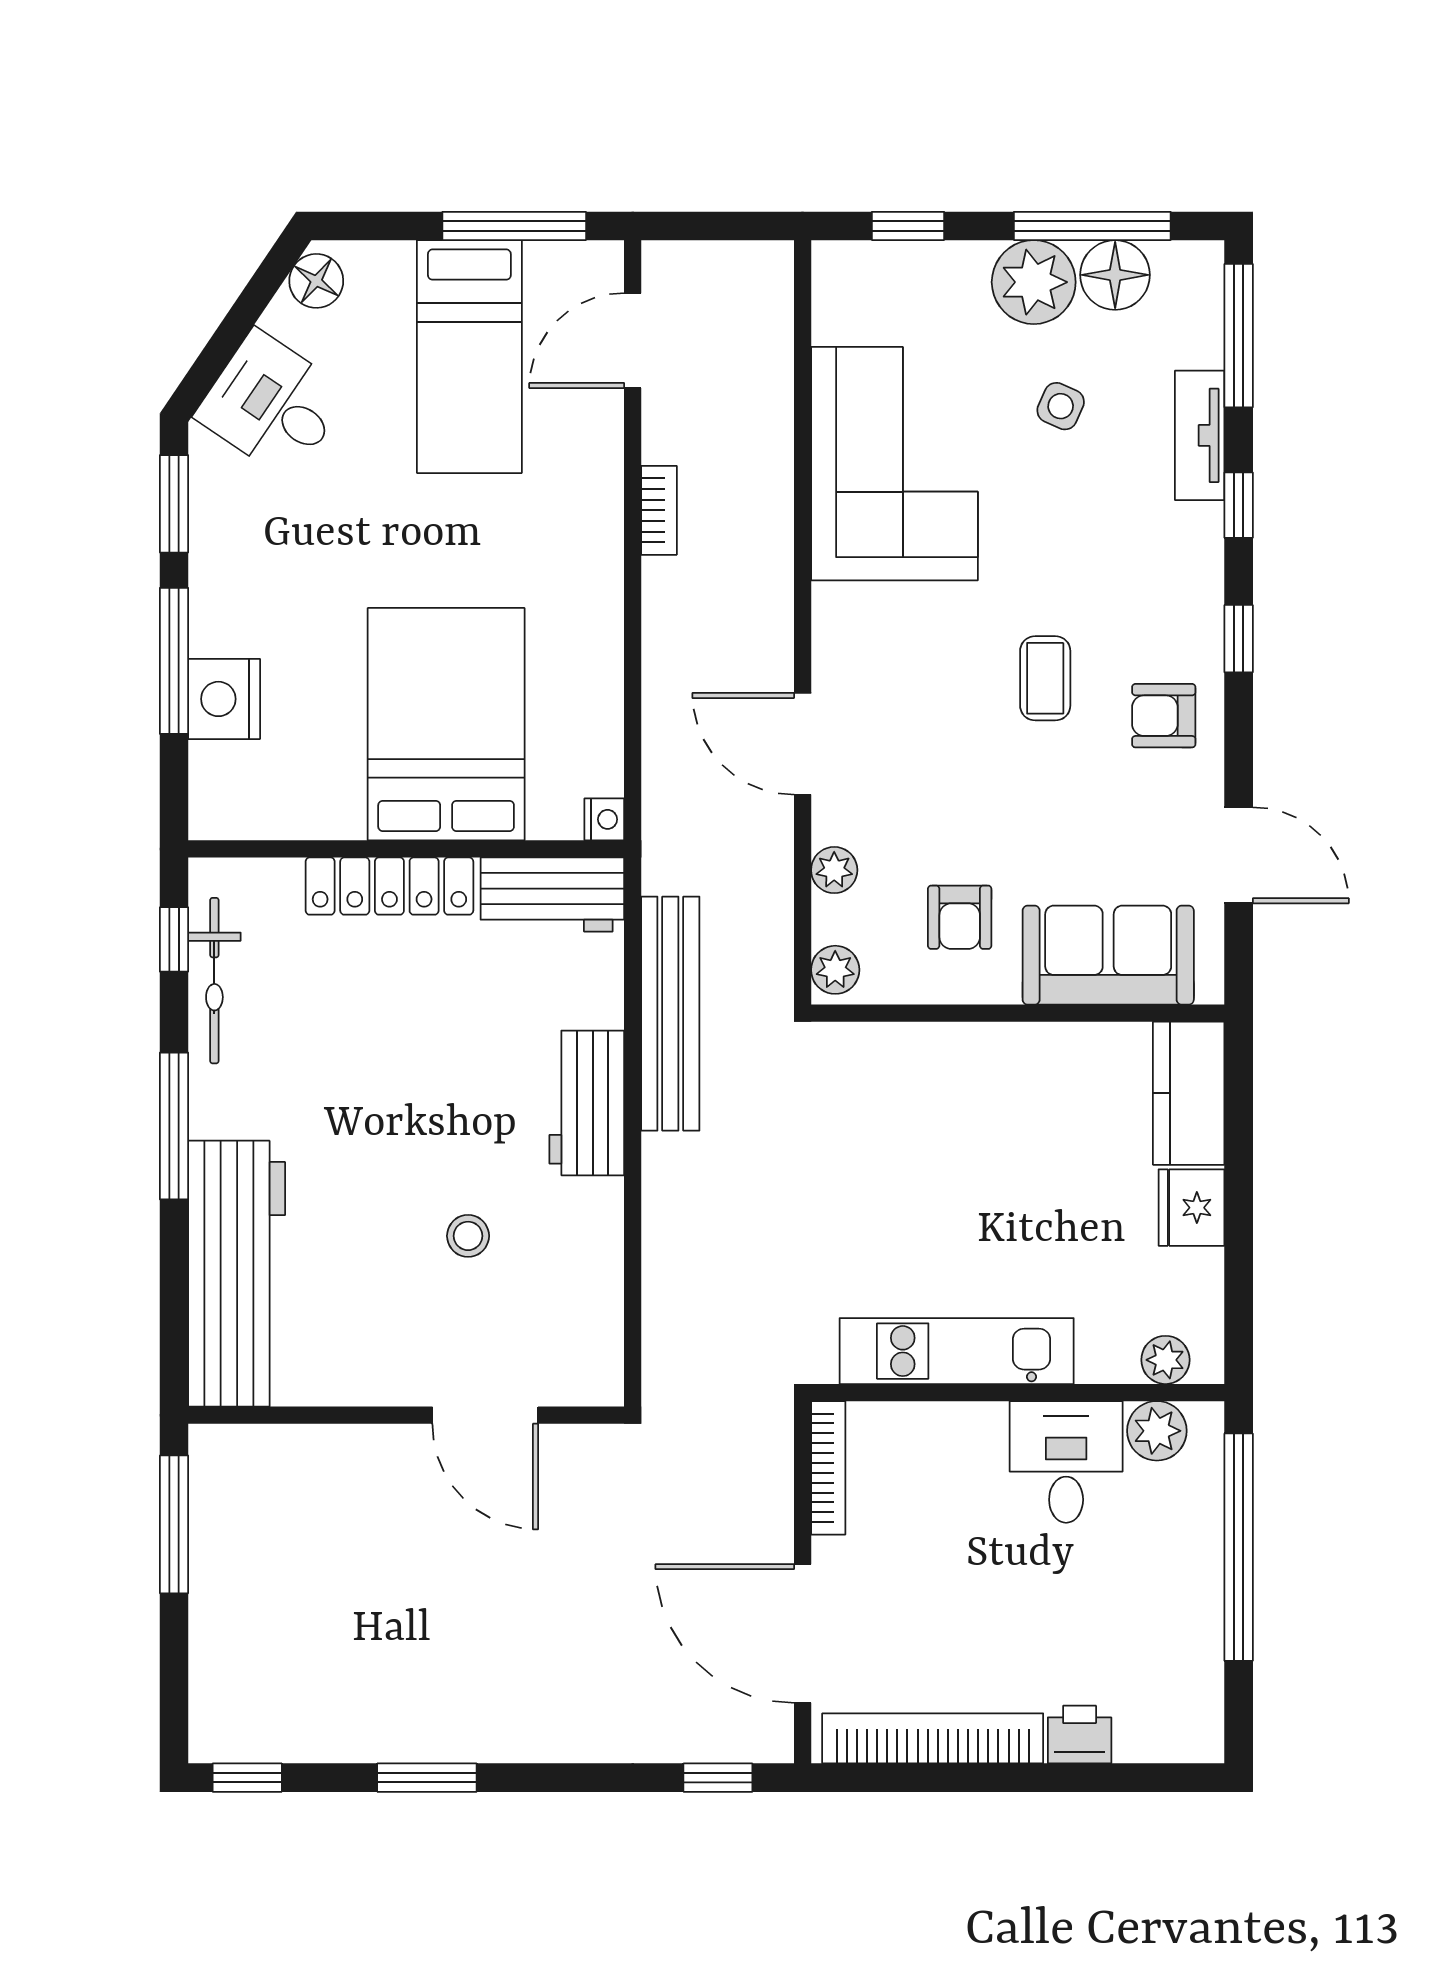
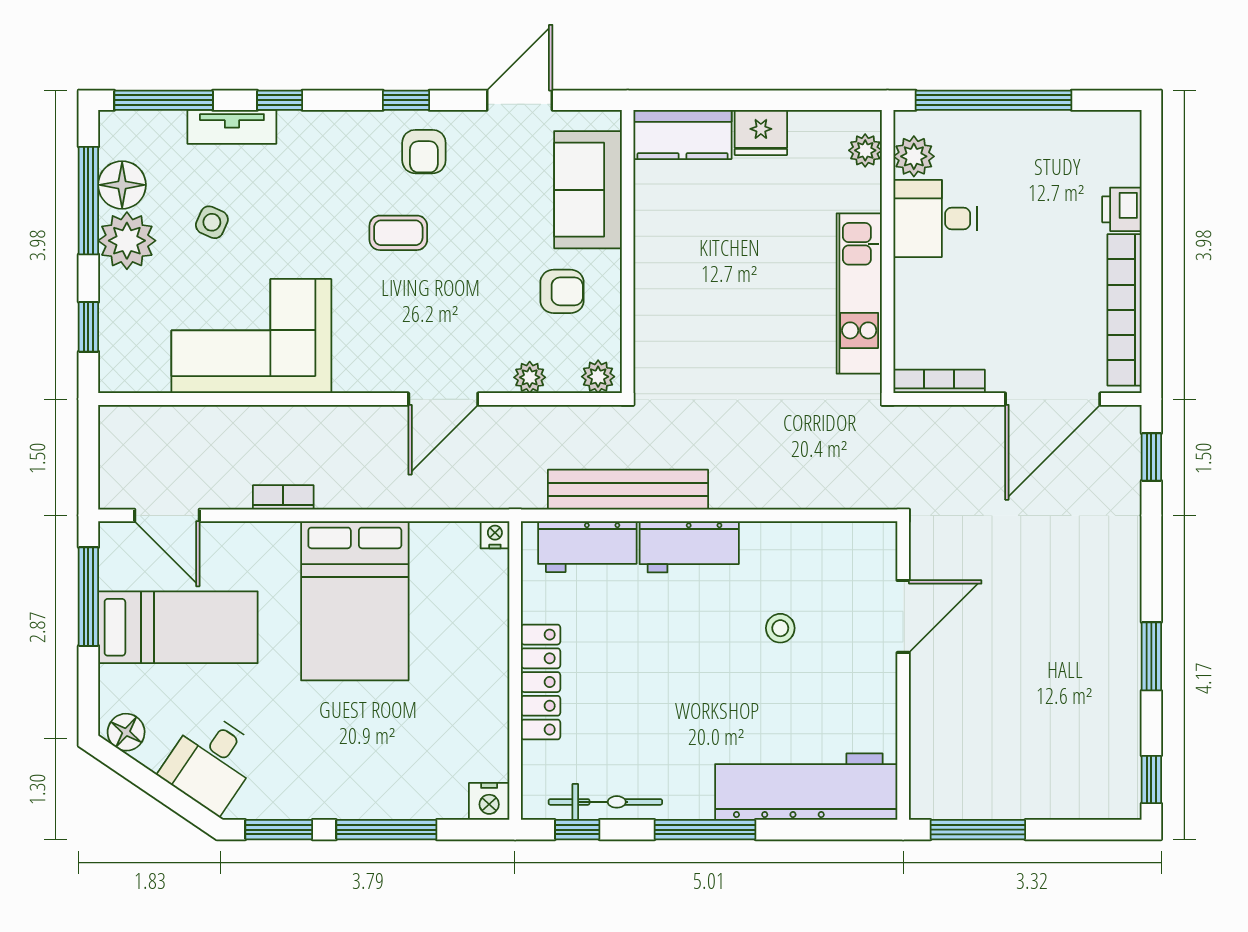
window: (1239, 639) -> (406, 100), moved
nightstand: (224, 699) -> (489, 801), moved, width x0.74, depth x0.75
bed: (446, 724) -> (355, 601), moved, turned -90
workbench: (552, 894) -> (587, 547), moved, turned 90

